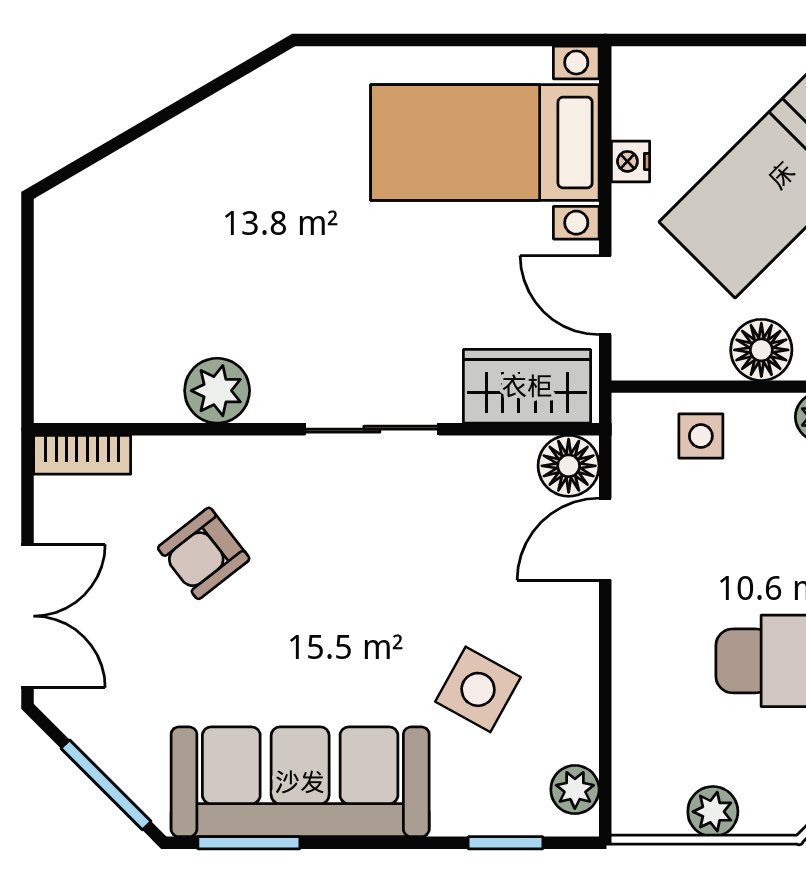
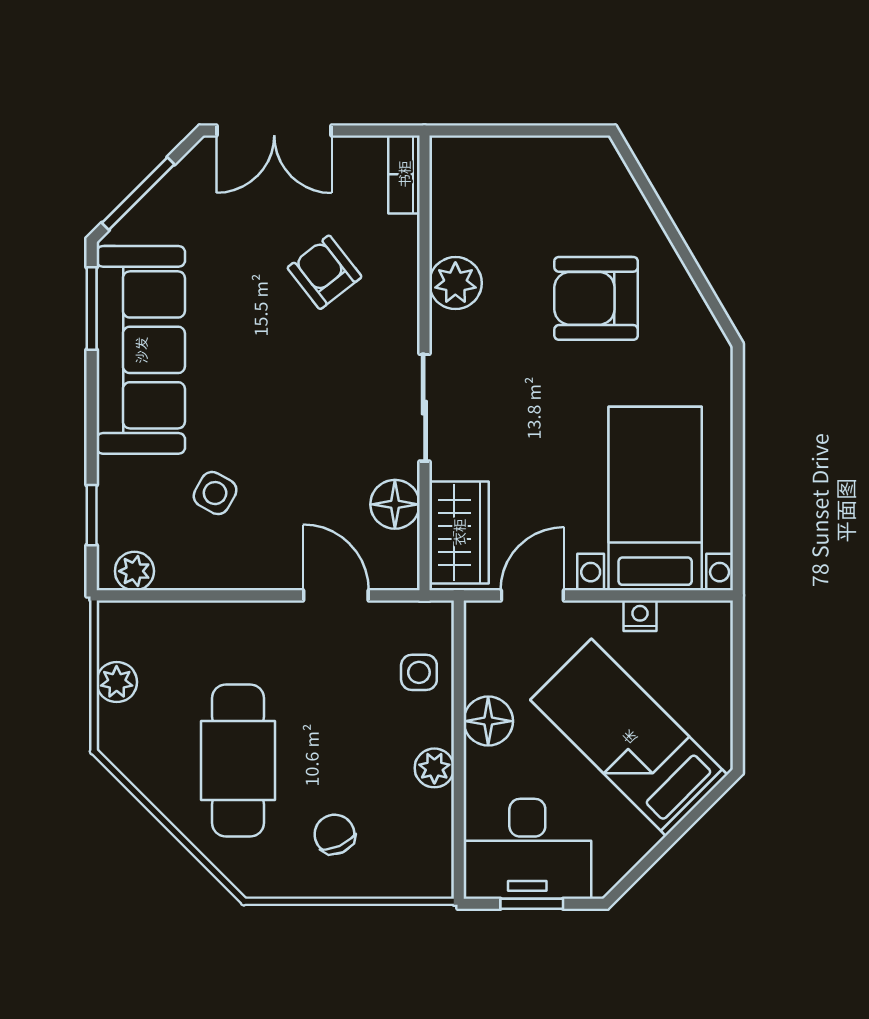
armchair: (236, 216) -> (596, 298), added
floor lamp: (569, 466) -> (395, 504), moved
side table: (478, 689) -> (215, 493), width x0.73, depth x0.73

